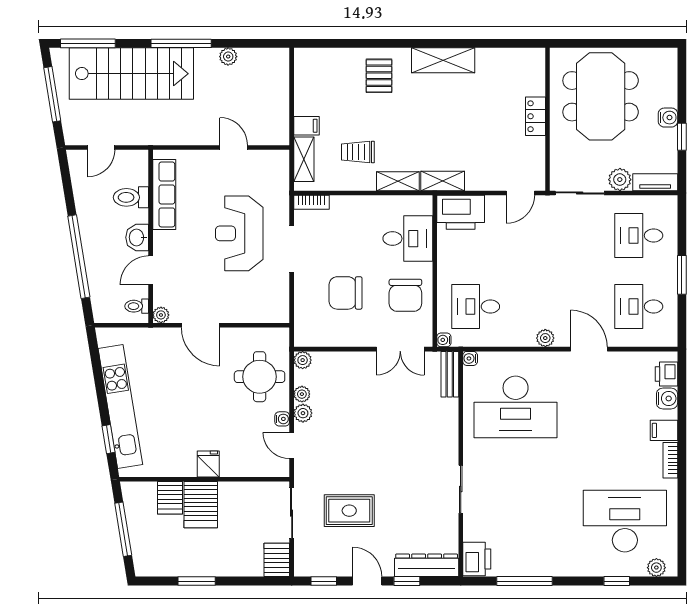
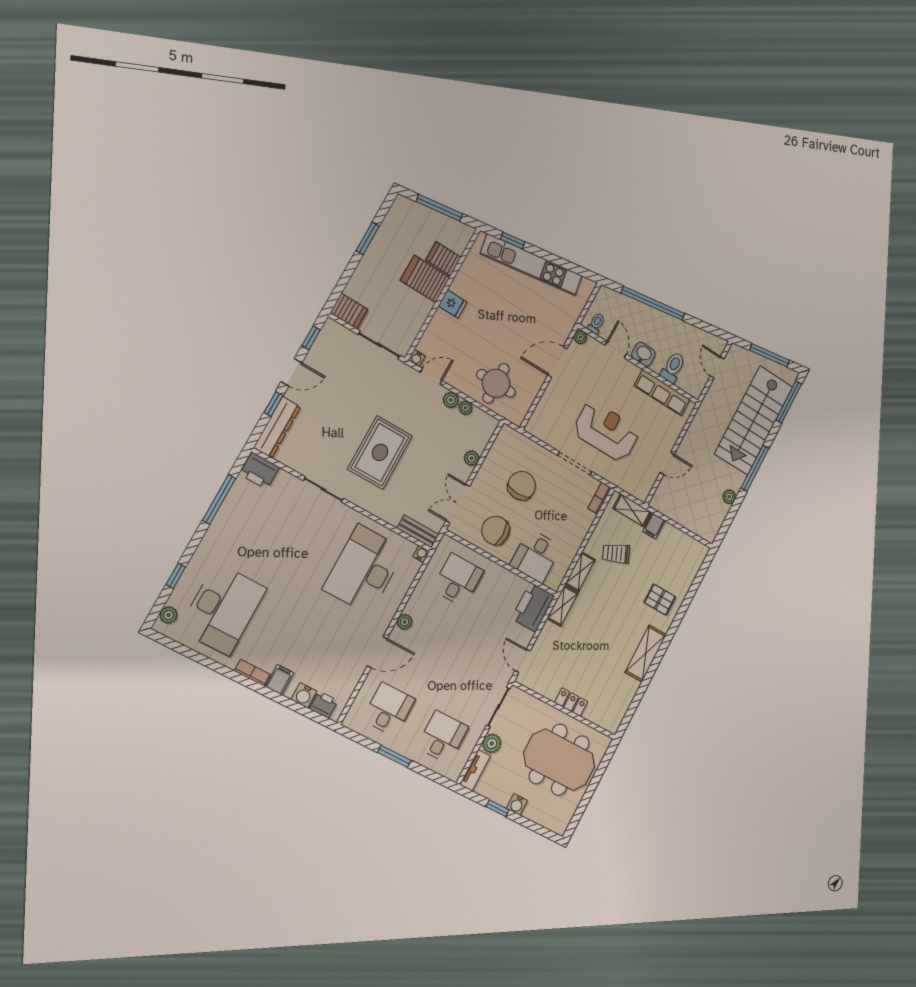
trolley: (358, 152) -> (616, 554), turned -114
water cooler: (444, 340) -> (446, 541), removed
plant: (303, 360) -> (472, 458), moved
water cooler: (282, 419) -> (417, 358), moved
rug: (349, 511) -> (380, 452), moved, width x1.36, depth x1.43

